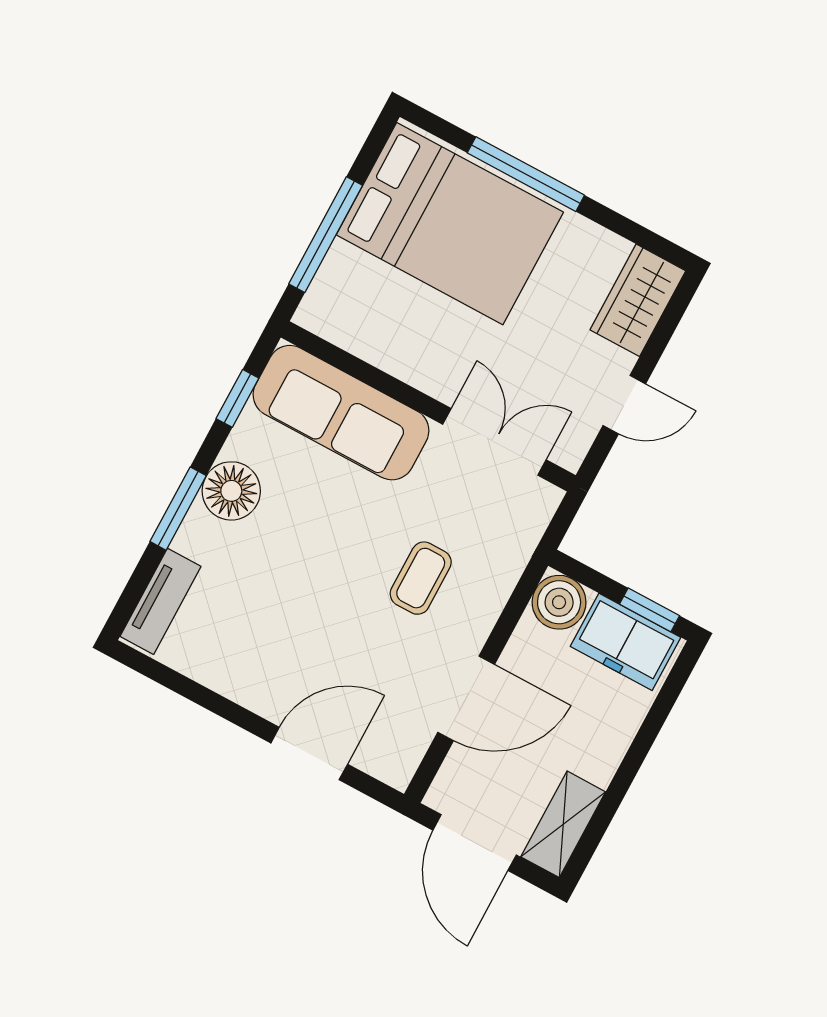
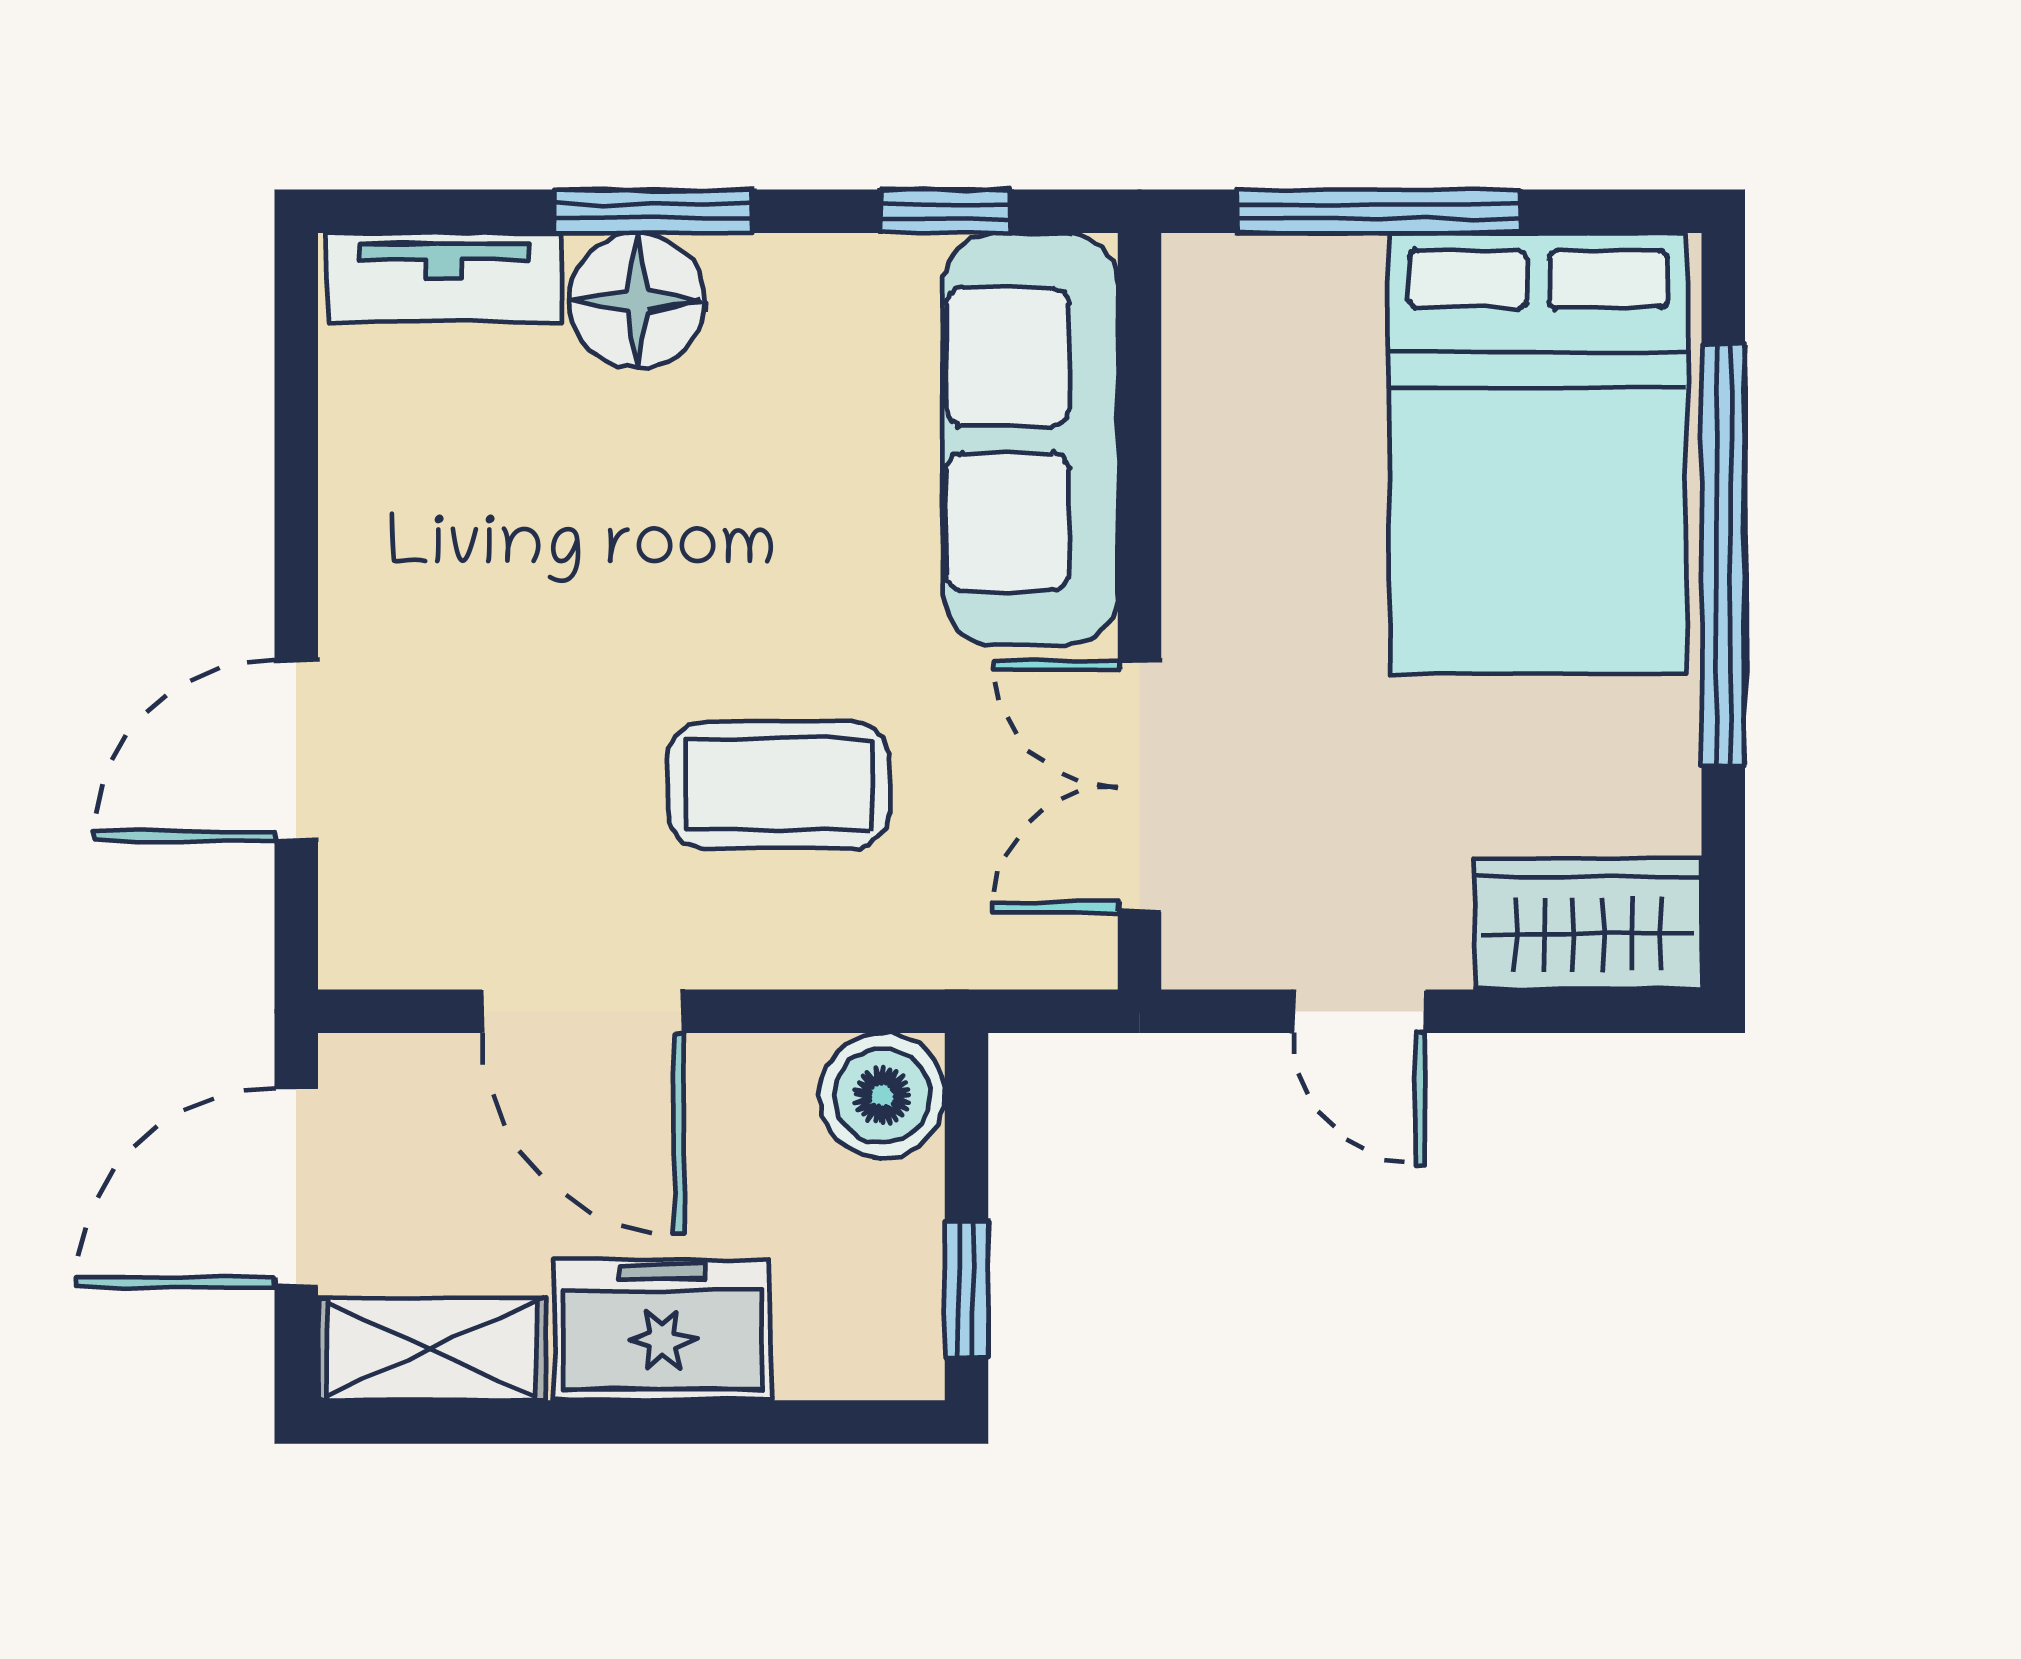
window: (526, 174) -> (1723, 555), width x1.46
double door: (494, 442) -> (1139, 786), swing flipped
floor lamp: (231, 491) -> (637, 301), moved
coffee table: (421, 578) -> (779, 785), width x1.36, depth x1.30
freezer: (625, 642) -> (662, 1330), moved, turned 90
door: (309, 754) -> (296, 750), swing flipped

